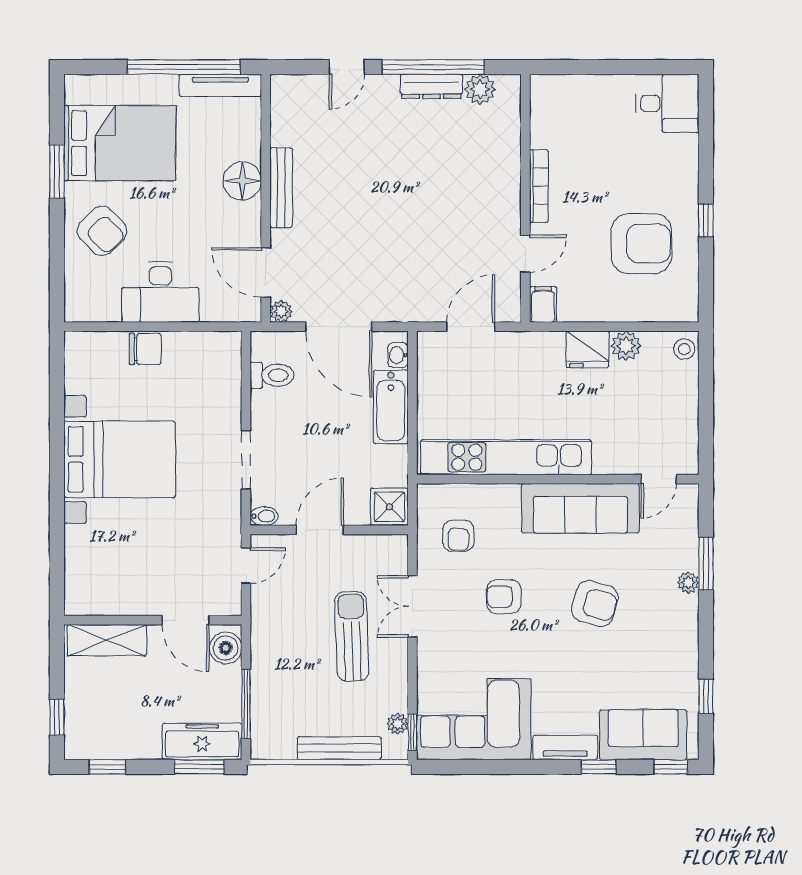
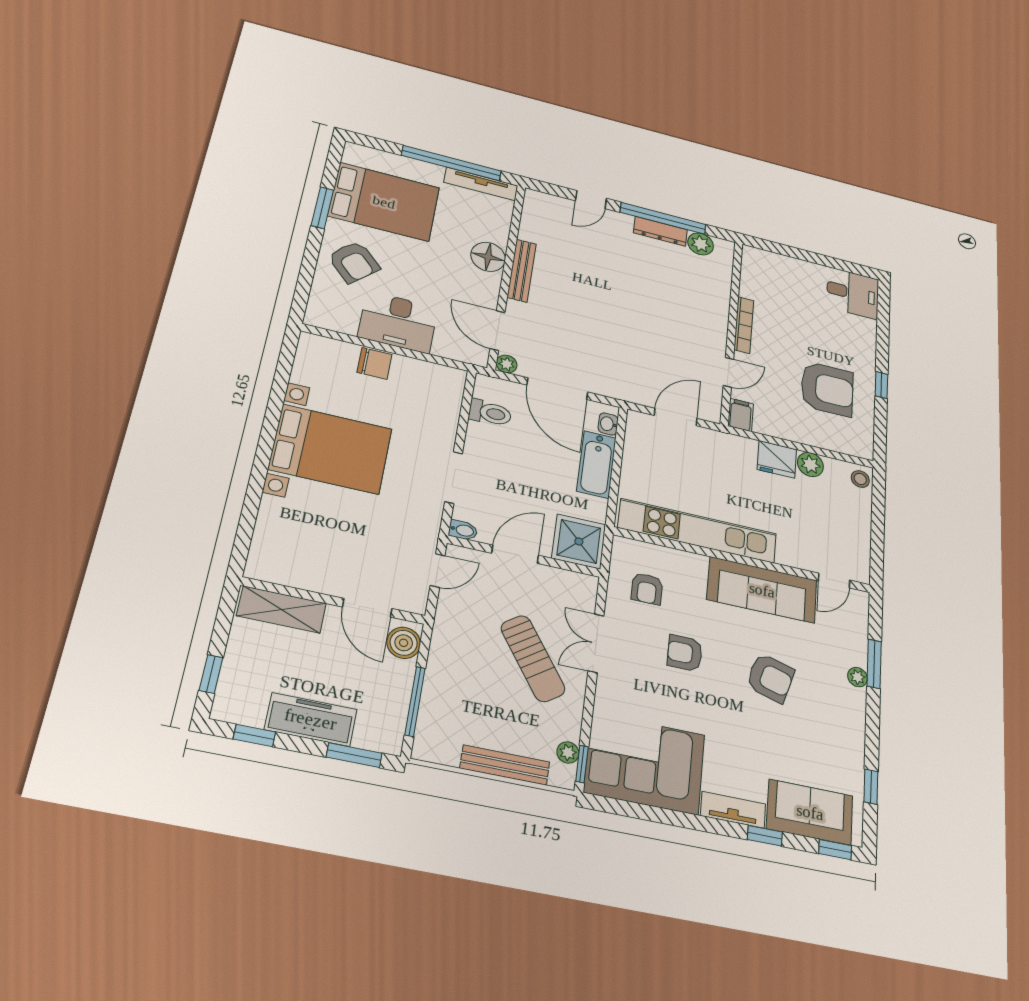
shower: (389, 507) -> (579, 541), width x1.36, depth x1.36
sun lounger: (352, 636) -> (533, 658), turned 147
freezer: (202, 741) -> (311, 719), moved

